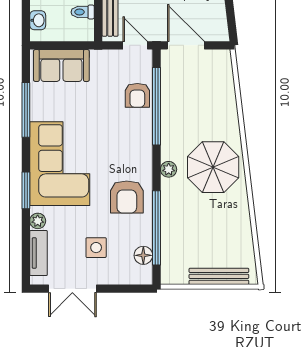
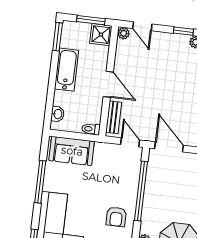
toilet: (83, 12) -> (91, 129), moved
armchair: (137, 95) -> (116, 217), moved

